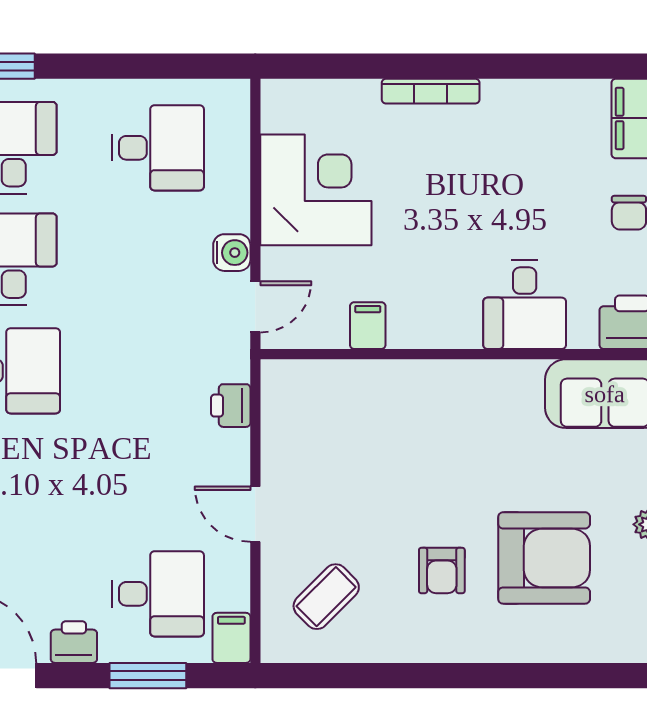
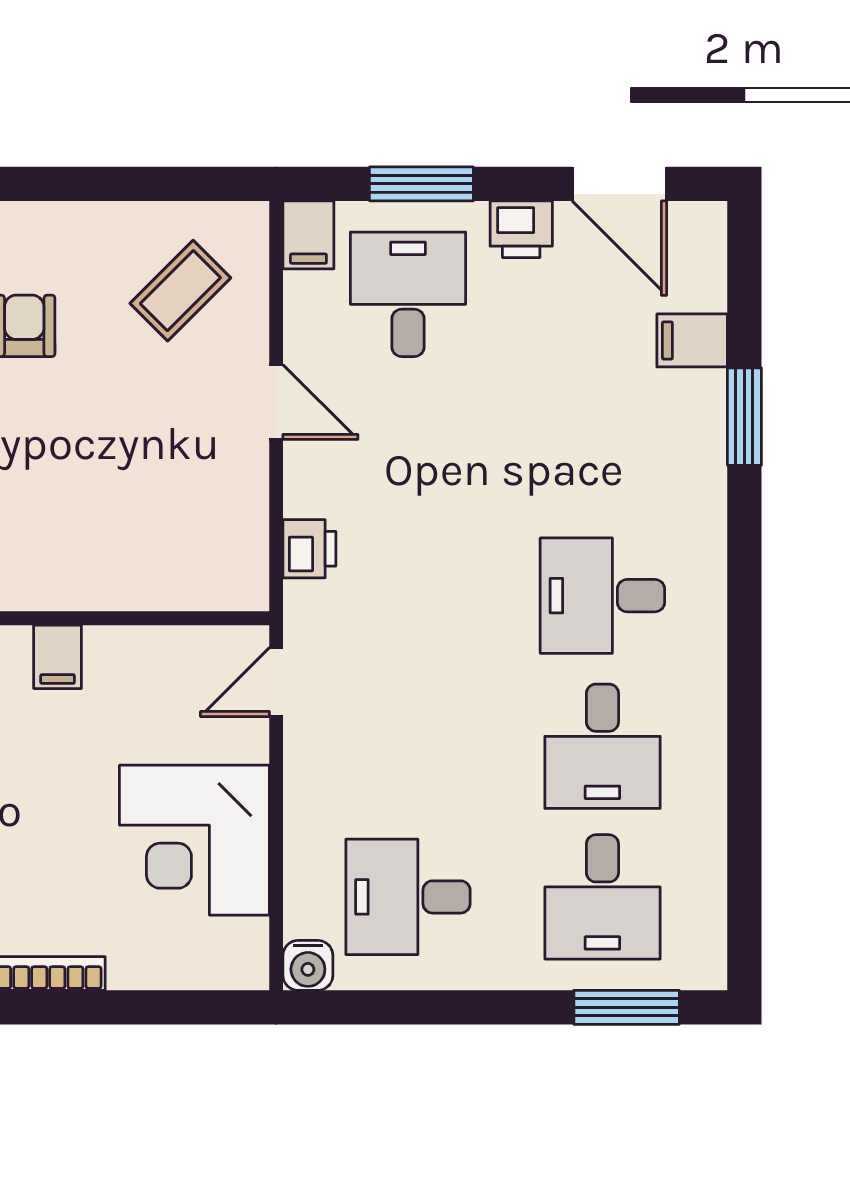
water cooler: (232, 253) -> (308, 965), moved, turned -90
filing cabinet: (368, 326) -> (58, 657), moved
desk: (158, 594) -> (408, 294), turned 90

